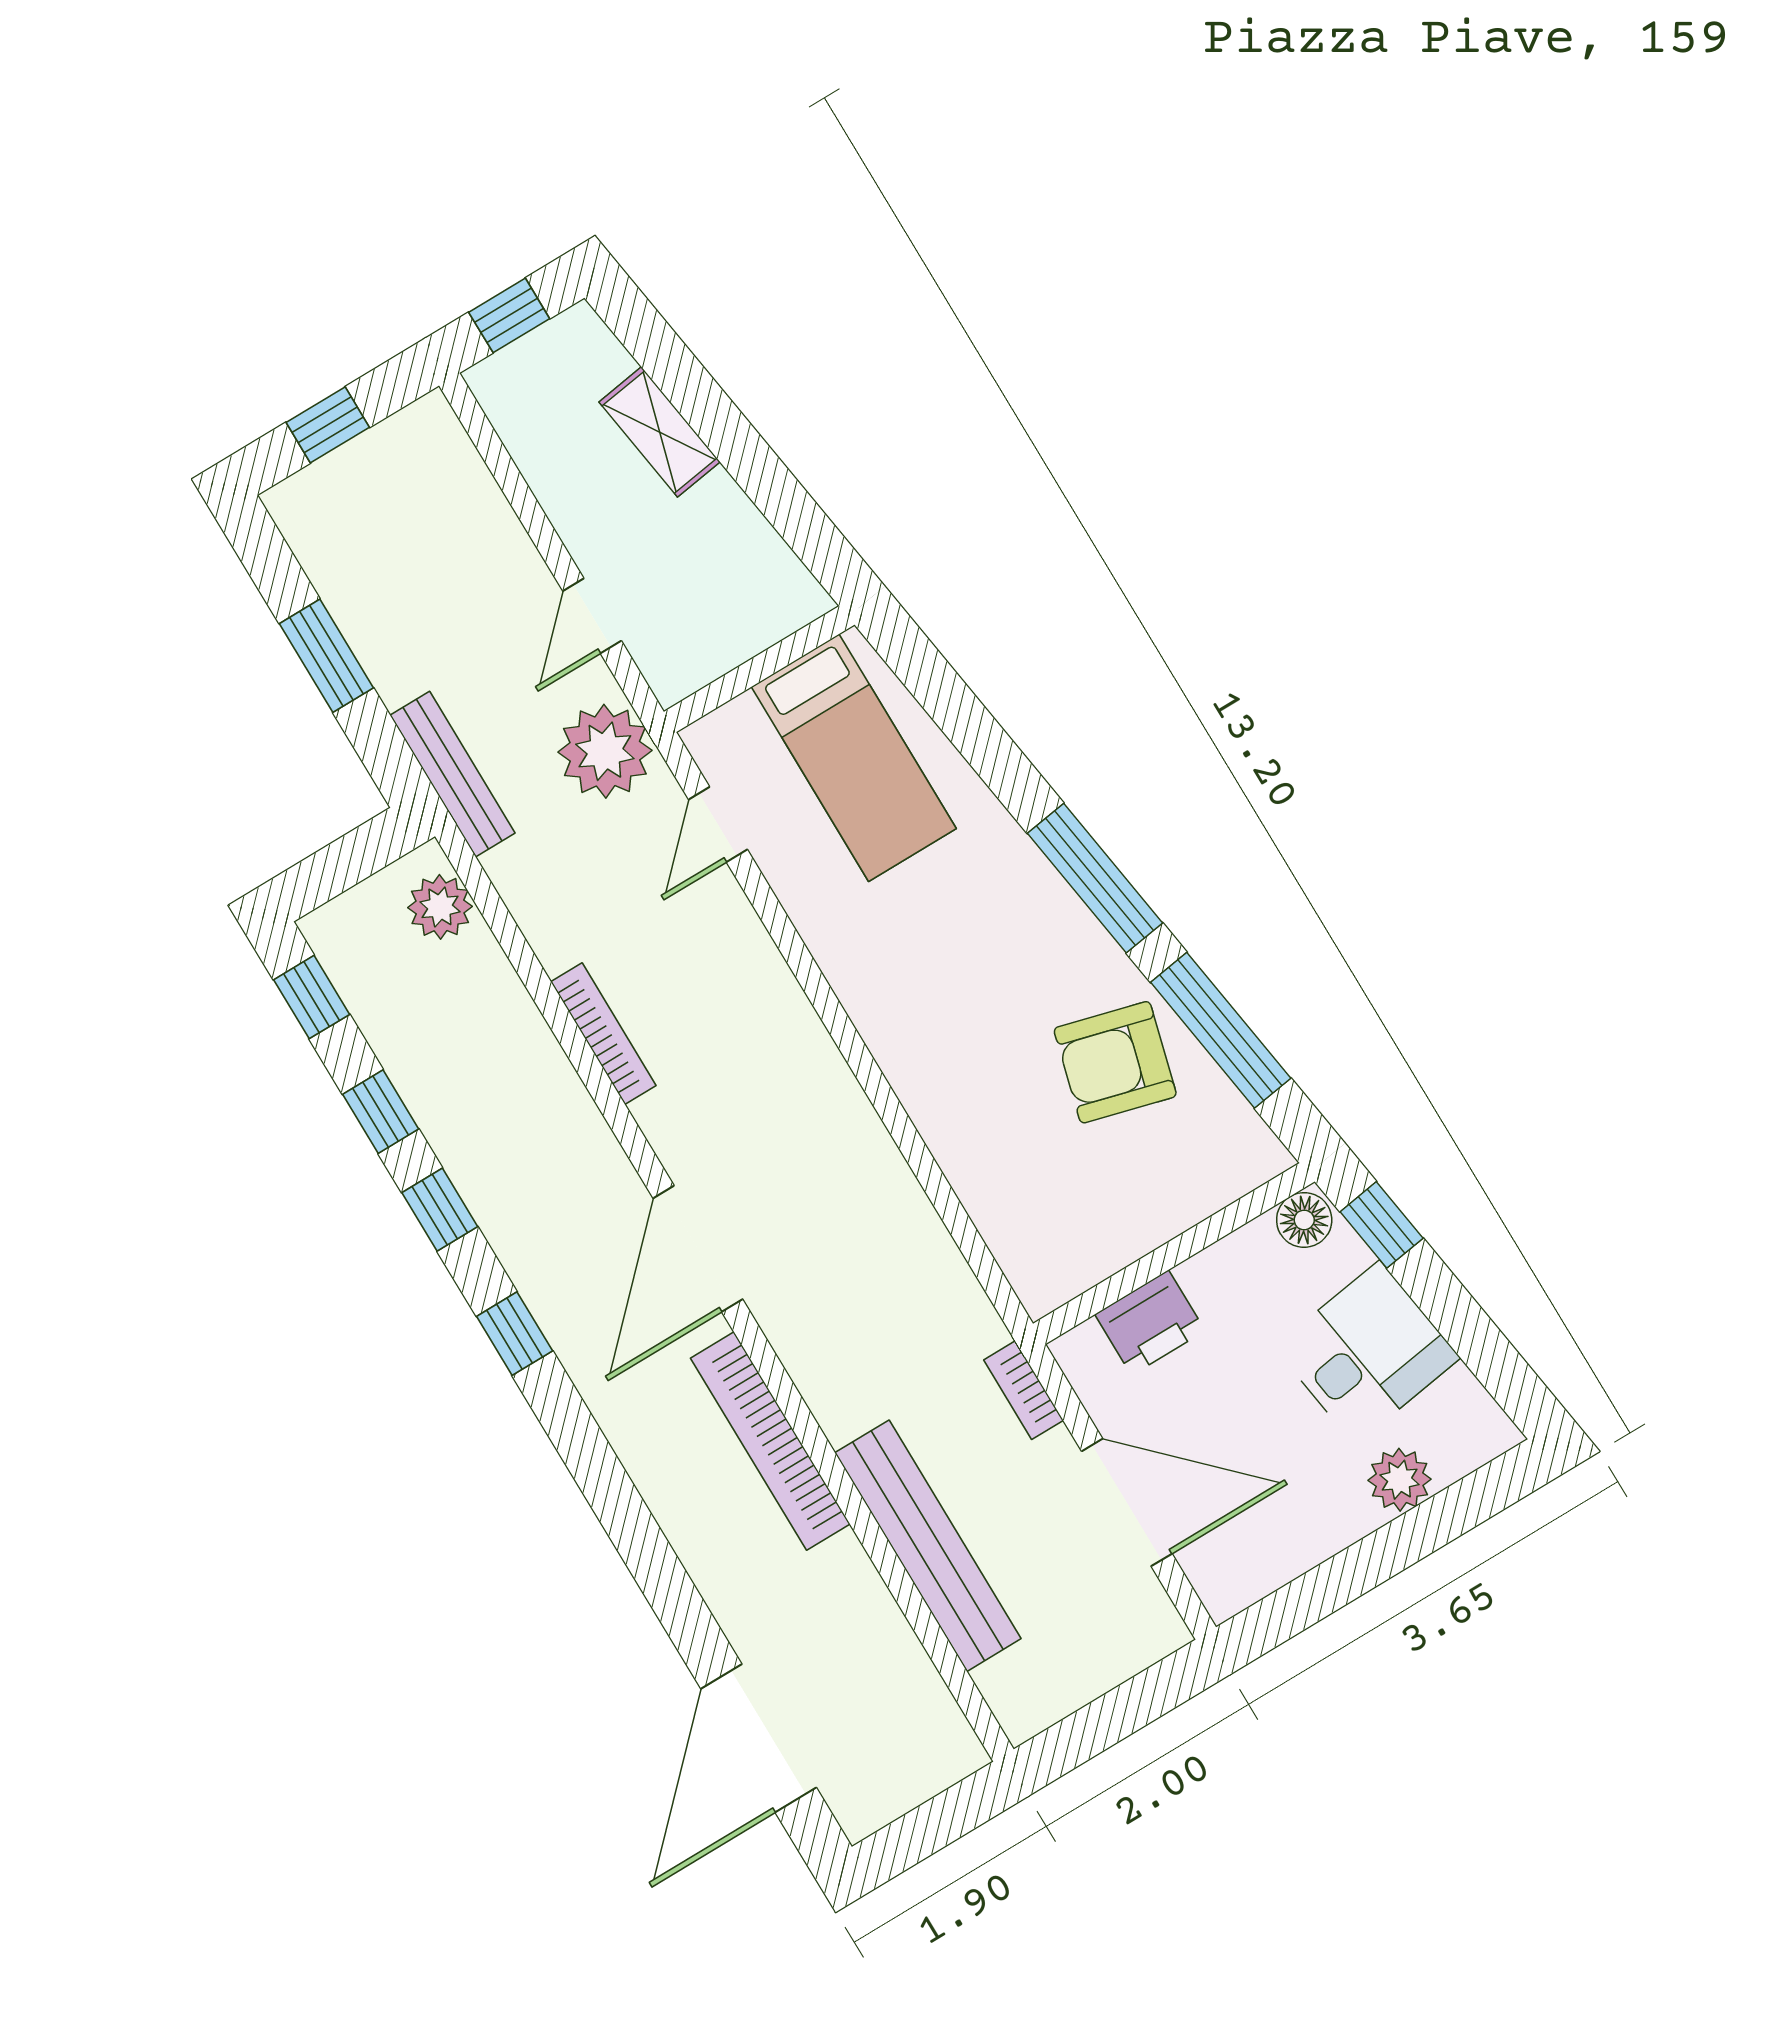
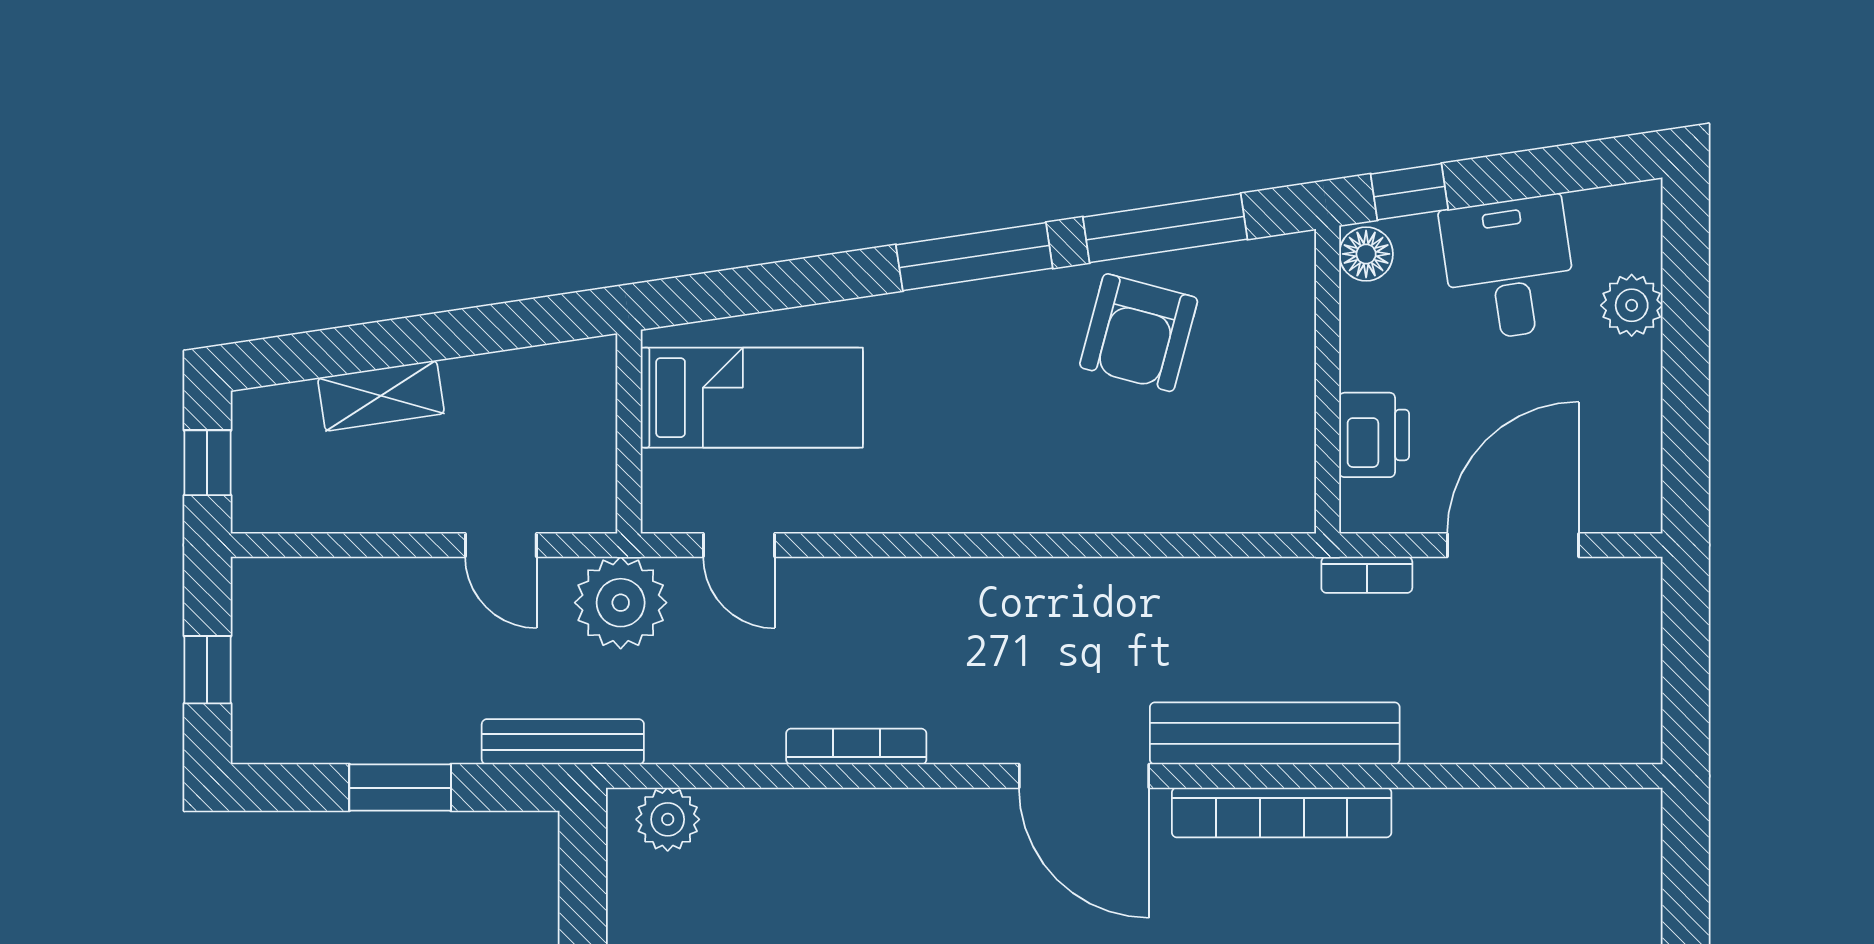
bench: (928, 1546) -> (1275, 733), moved

